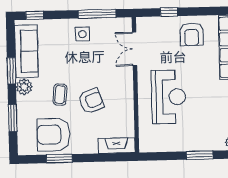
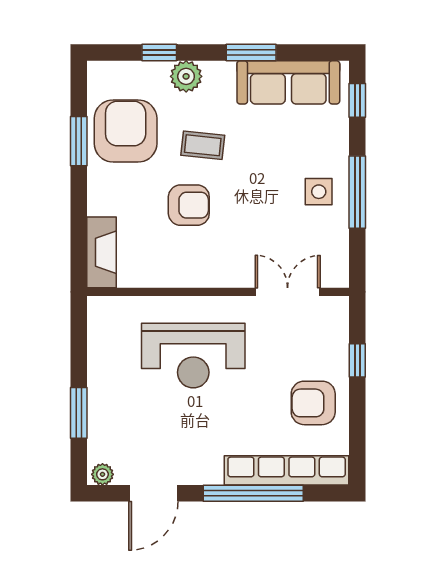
window: (97, 14) -> (357, 192), moved
plant: (24, 87) -> (186, 76), moved
armchair: (91, 101) -> (189, 205), turned -70
window: (13, 118) -> (159, 52), width x0.67

